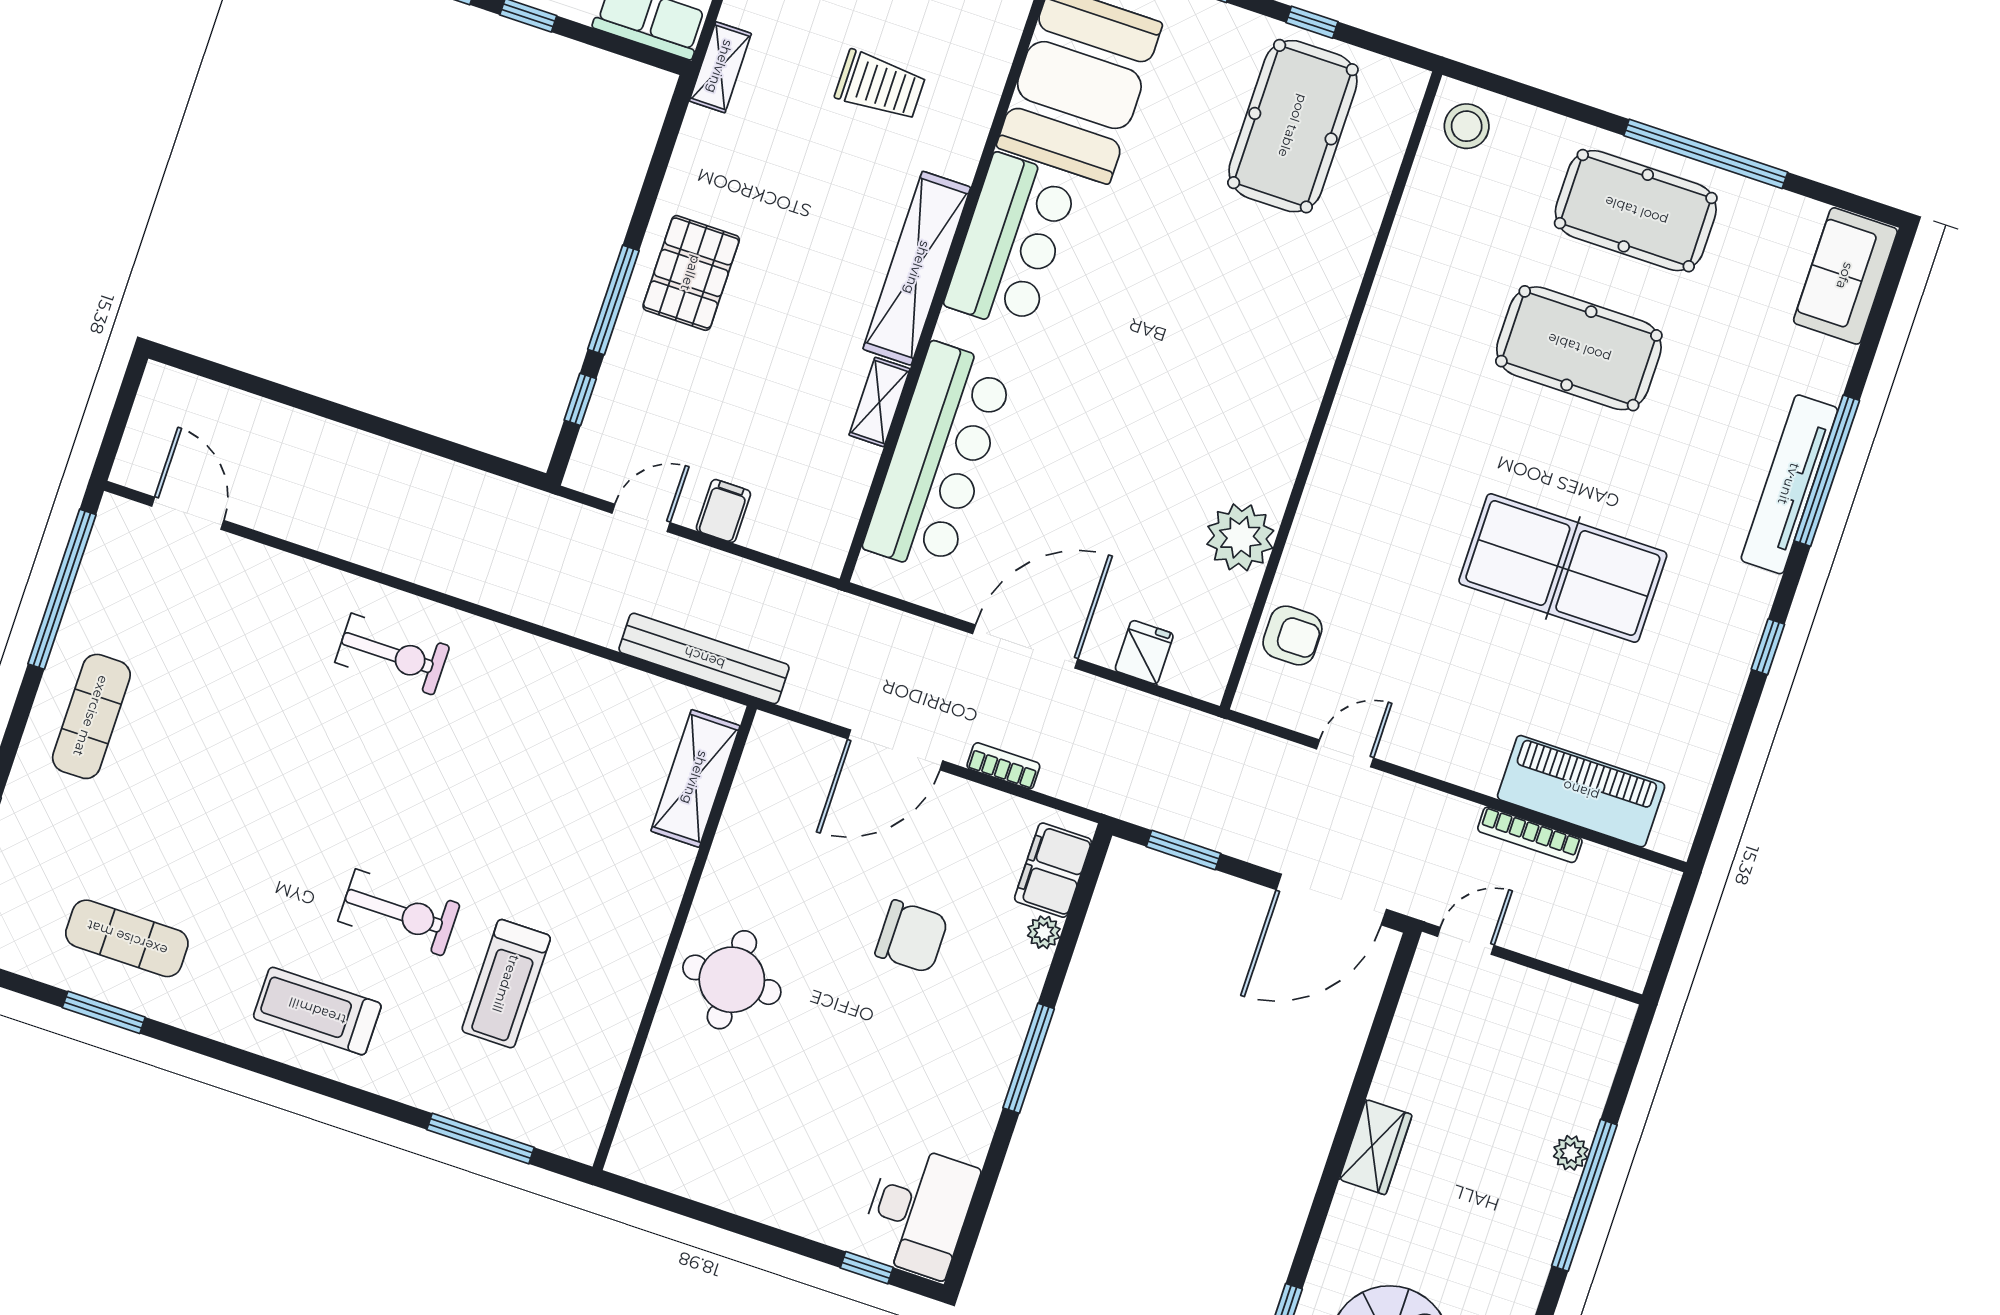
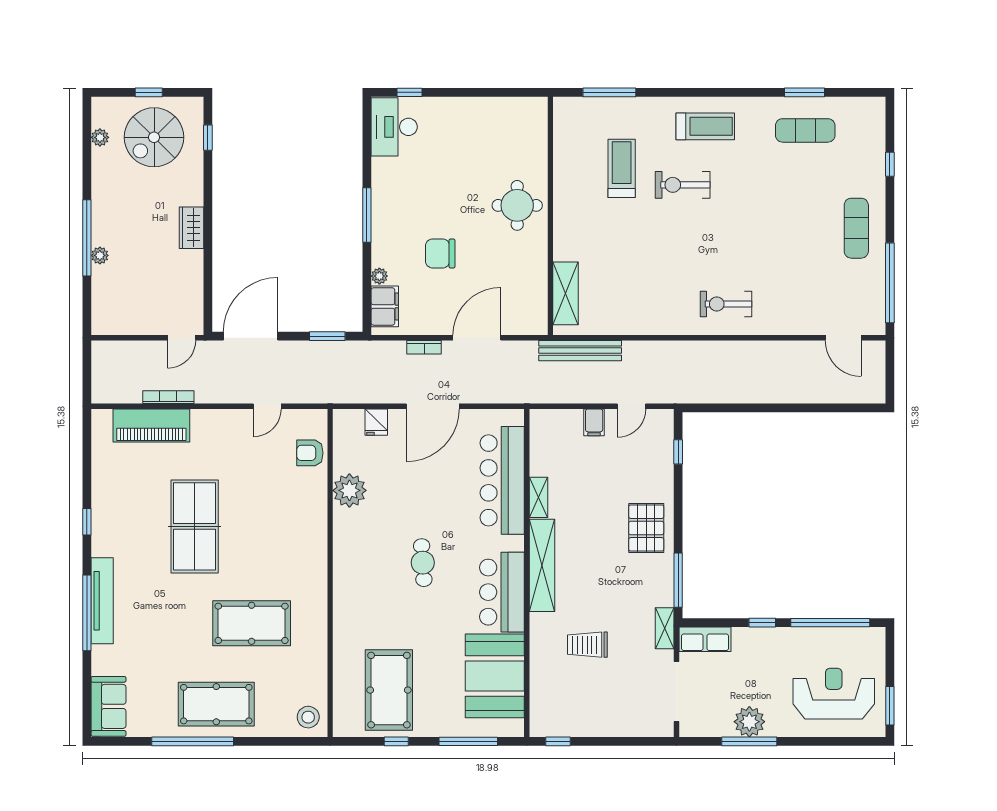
window: (613, 300) -> (678, 580), moved
pool table: (1579, 348) -> (252, 623), moved
cafe table: (1145, 351) -> (423, 563), added
table tennis table: (1563, 568) -> (195, 526), turned 90

